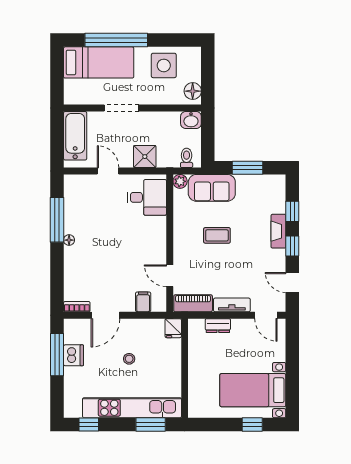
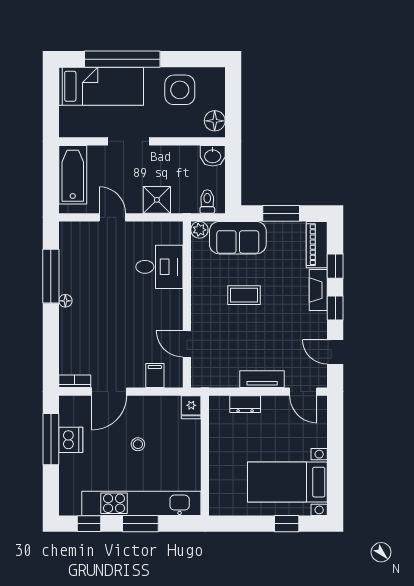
desk: (147, 197) -> (159, 267), moved
piano: (193, 303) -> (317, 245), moved, turned -90
window: (151, 425) -> (140, 524), moved

